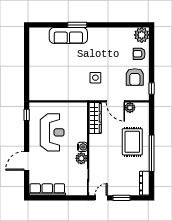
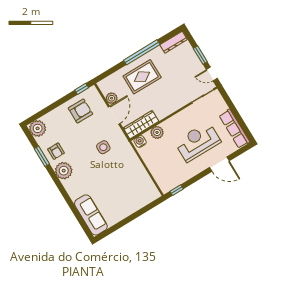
window: (77, 25) -> (42, 156), moved
sofa: (68, 35) -> (91, 215), moved
plant: (96, 35) -> (64, 171), added
armchair: (139, 54) -> (56, 151), moved
reception desk: (52, 132) -> (198, 142), moved
water cooler: (82, 147) -> (140, 141), moved
plant: (81, 158) -> (157, 132), moved

